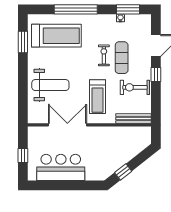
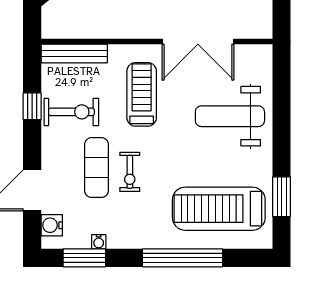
water cooler: (145, 27) -> (52, 225), added
window: (156, 74) -> (32, 106), moved

